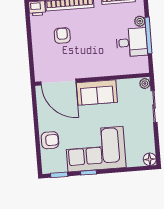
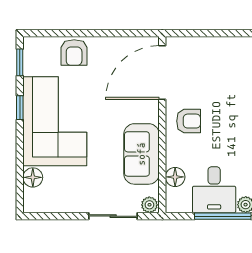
armchair: (62, 36) -> (189, 121), moved
floor lamp: (125, 68) -> (175, 177), added
sofa: (97, 92) -> (141, 154), moved
floor lamp: (150, 159) -> (33, 177), moved

